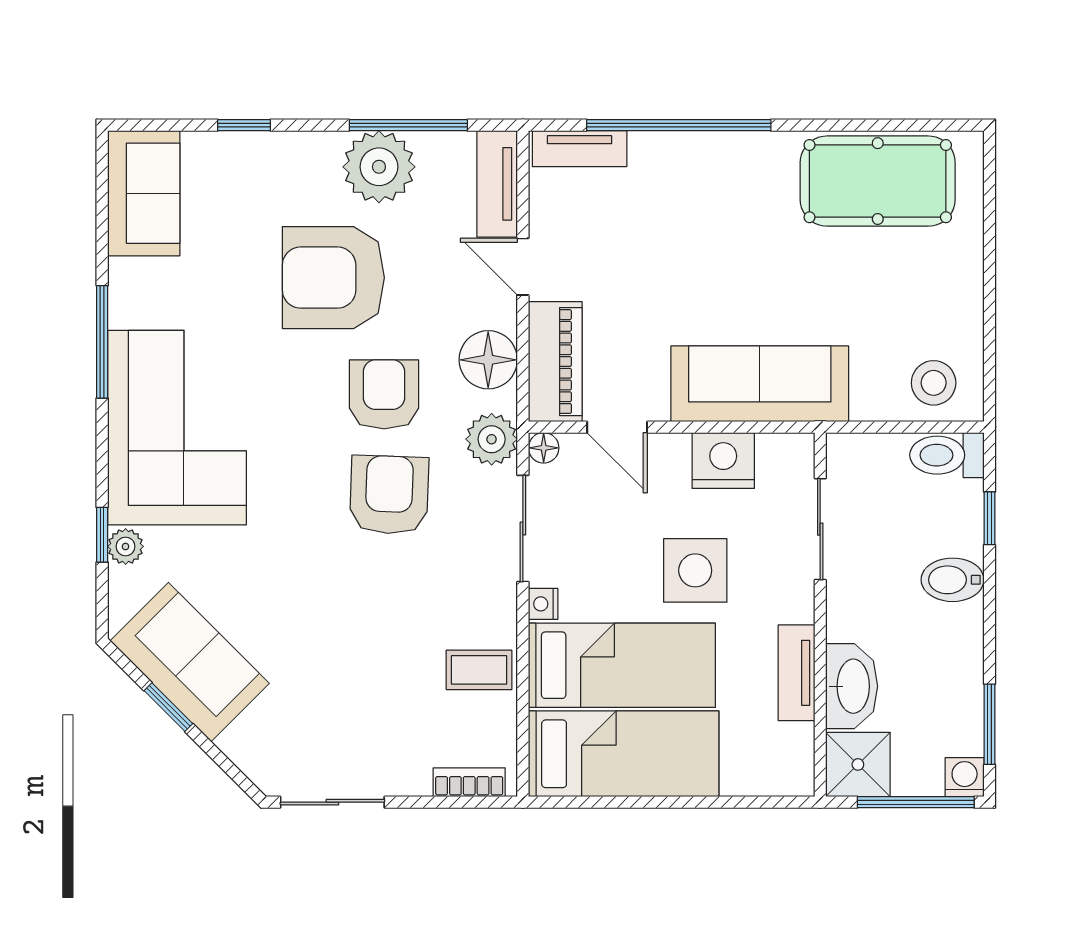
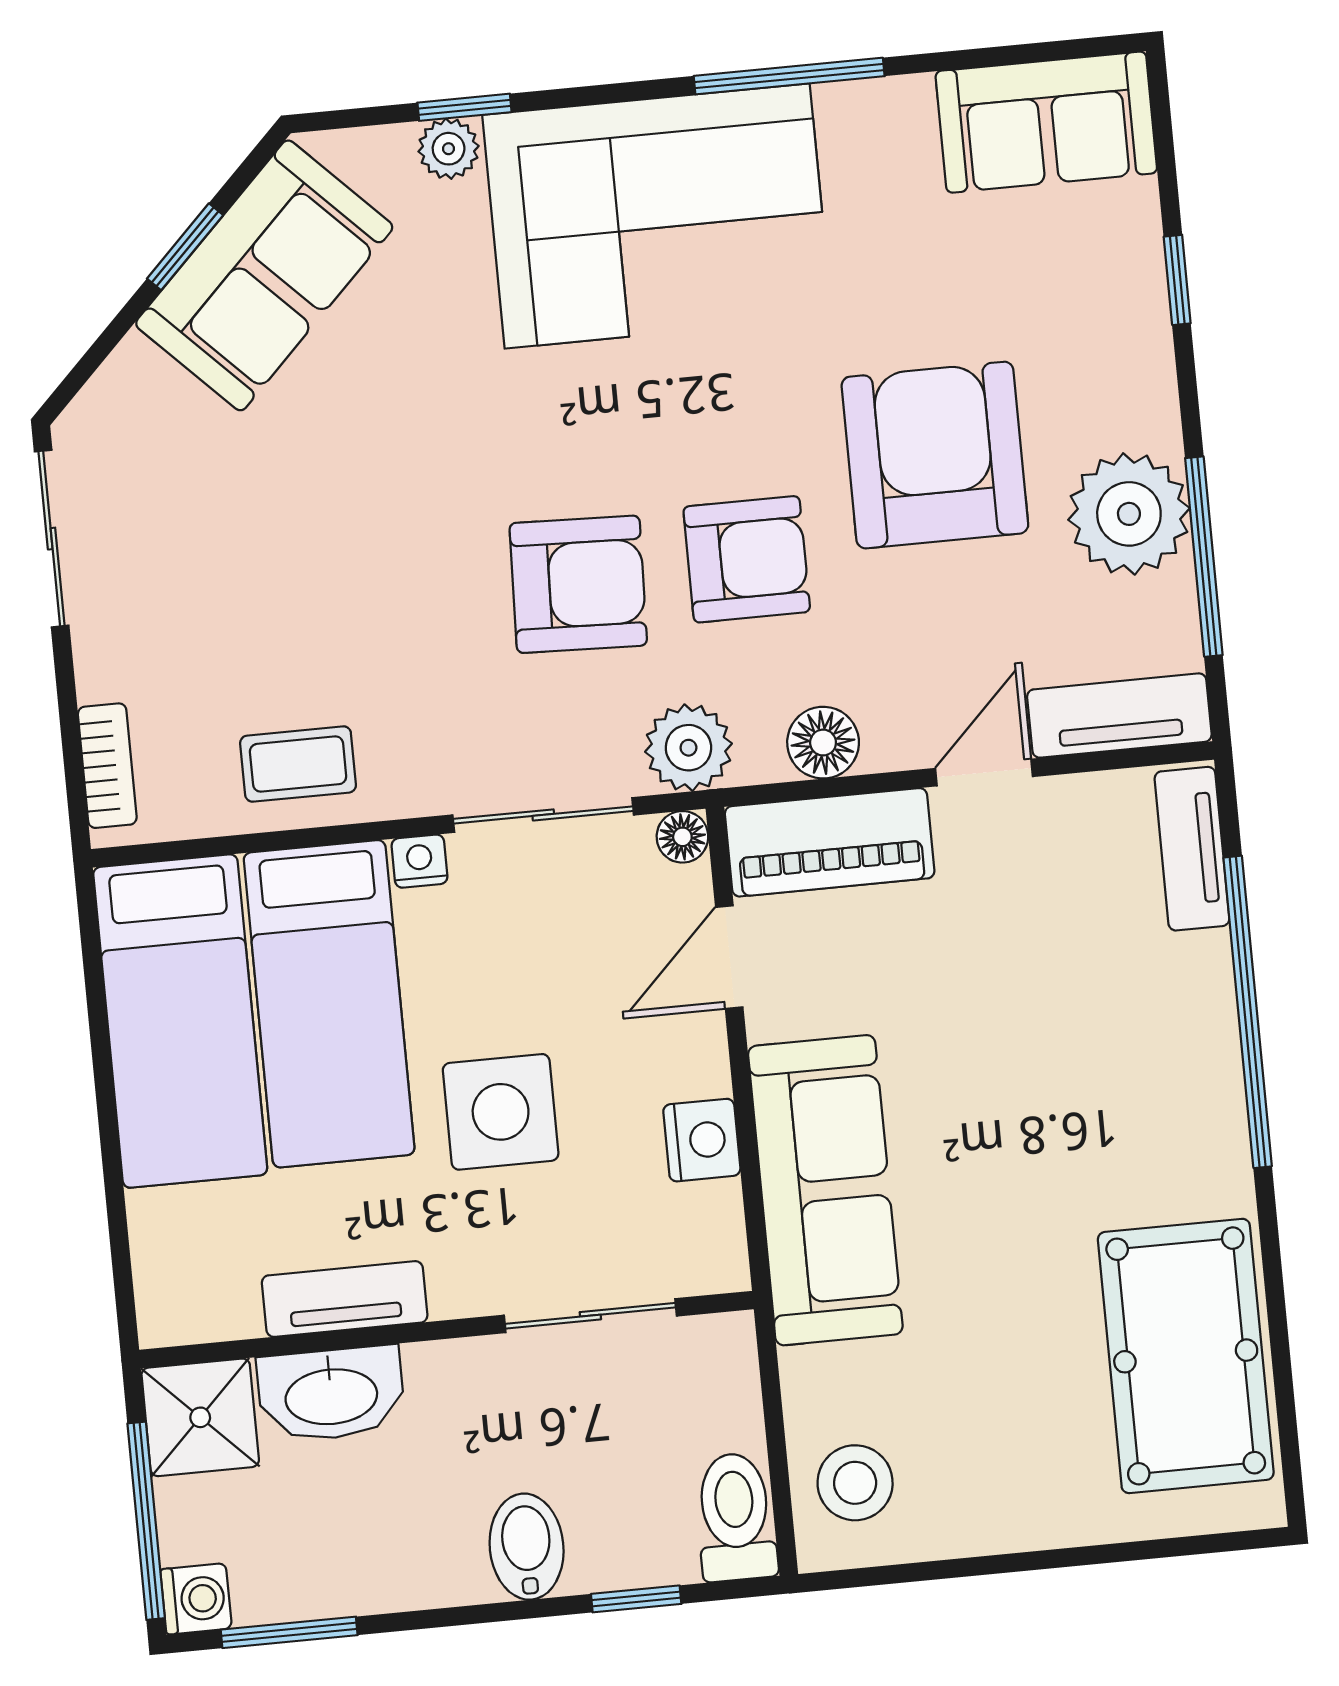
floor lamp: (488, 360) -> (823, 743), width x0.73, depth x0.73
nightstand: (723, 461) -> (702, 1140), width x0.74, depth x0.75
coffee table: (479, 670) -> (298, 764), turned 90

